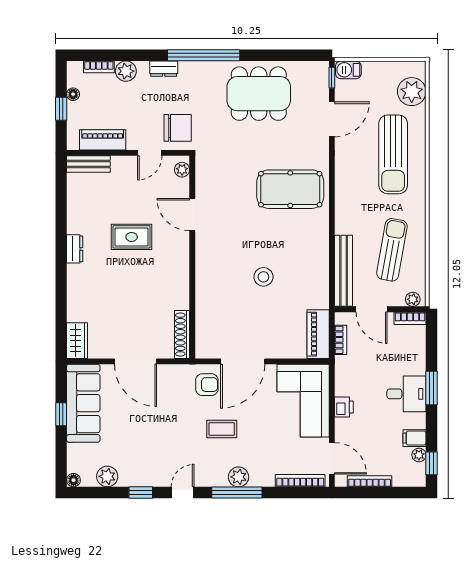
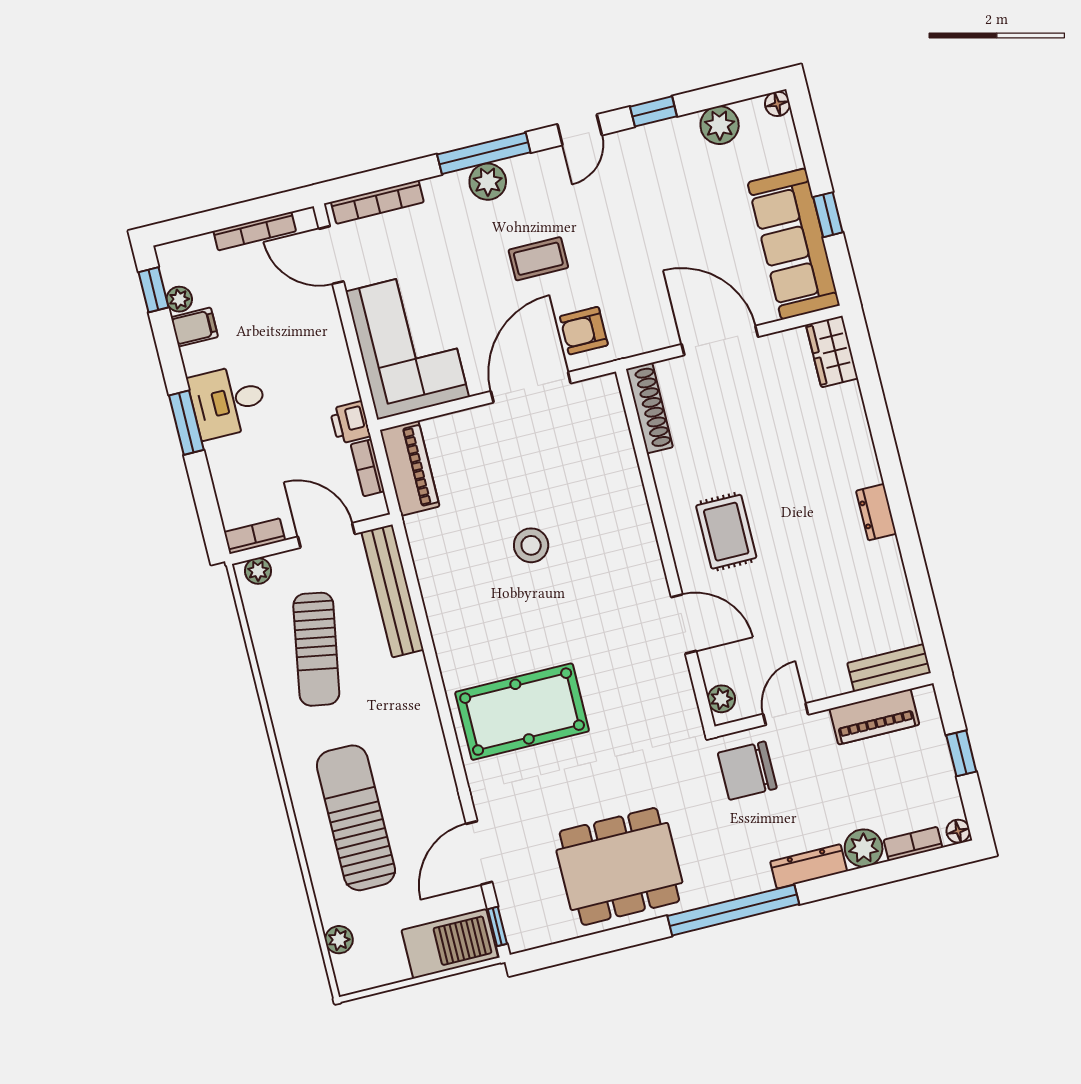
dresser: (164, 69) -> (809, 866), width x1.44
barbecue: (348, 70) -> (450, 944), width x1.88, depth x1.53
plant: (412, 92) -> (339, 940), width x0.53, depth x0.53
floor lamp: (73, 94) -> (958, 831), moved
rug: (132, 237) -> (726, 532), moved, turned 90
printer: (344, 407) -> (350, 423), moved

